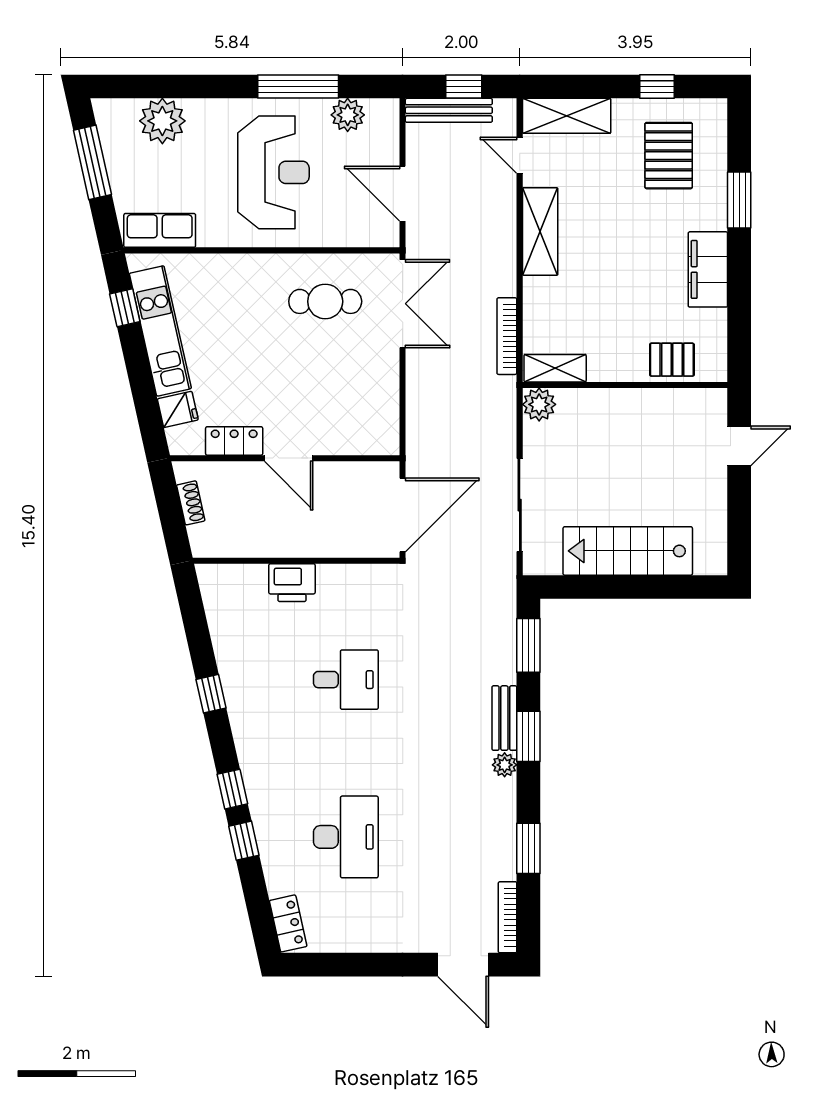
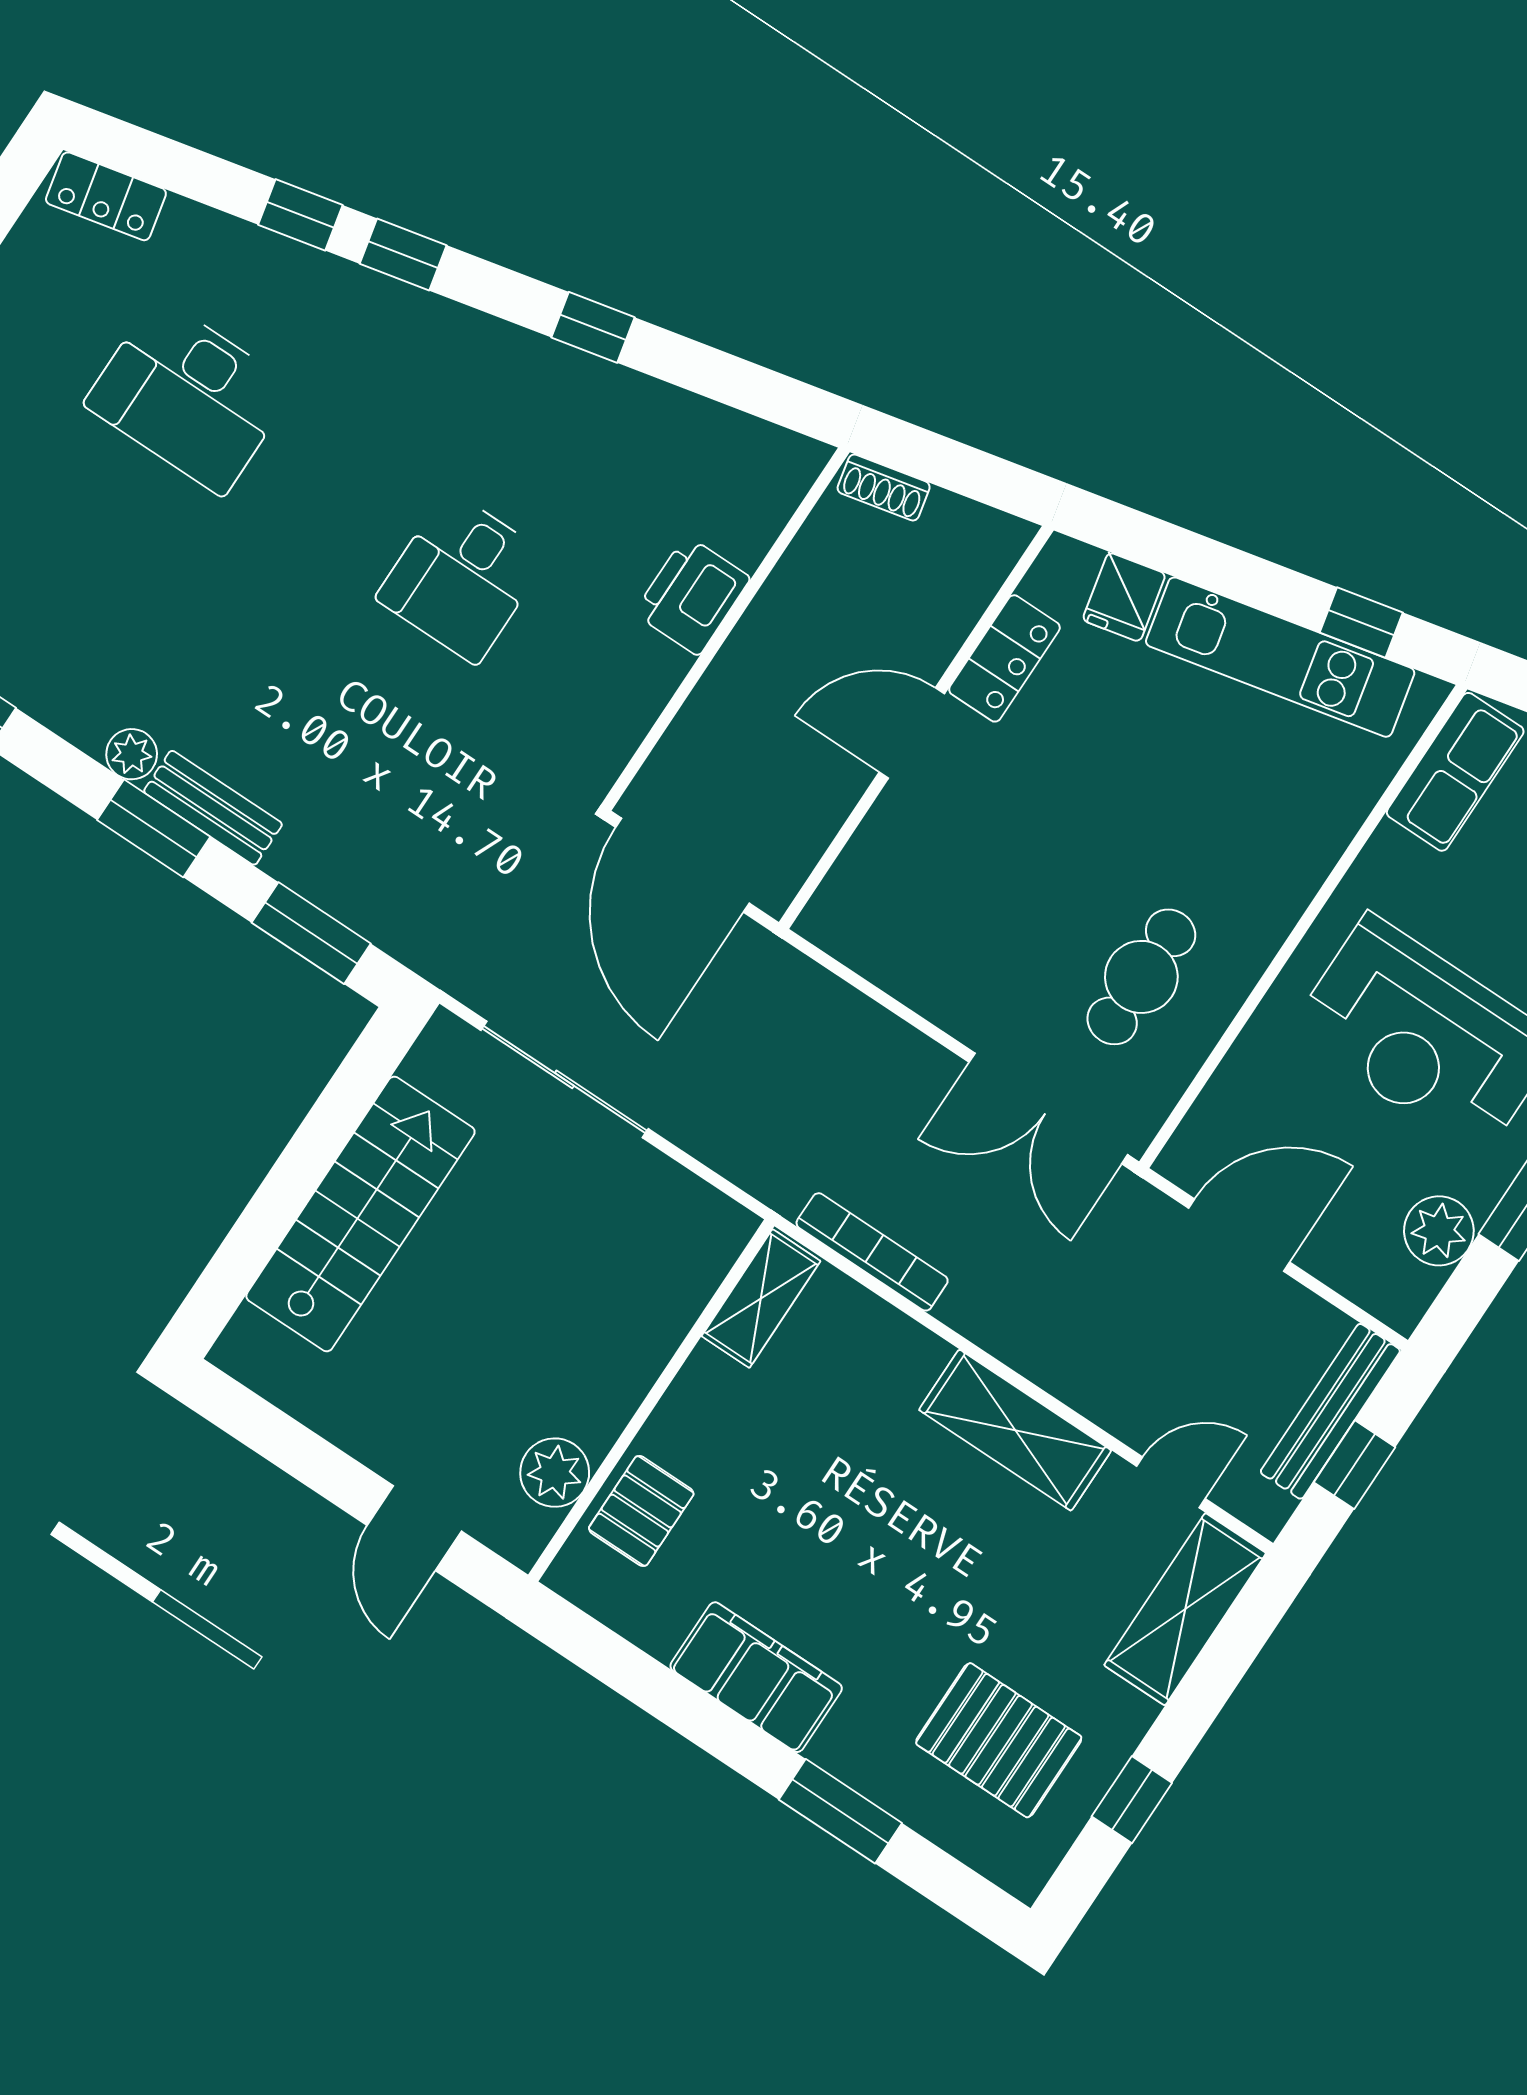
plant: (539, 404) -> (555, 1473), moved
shoe rack: (191, 503) -> (884, 488), moved

